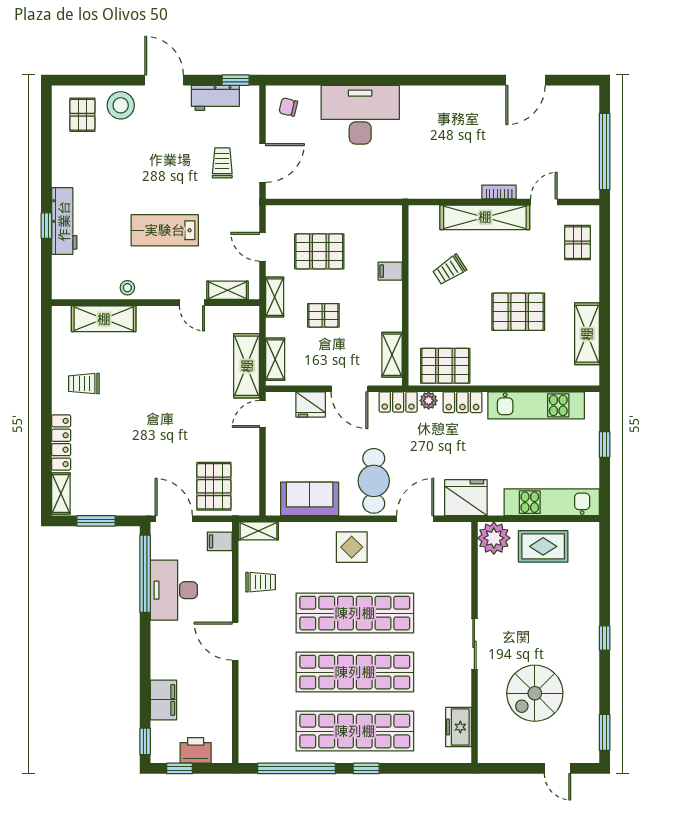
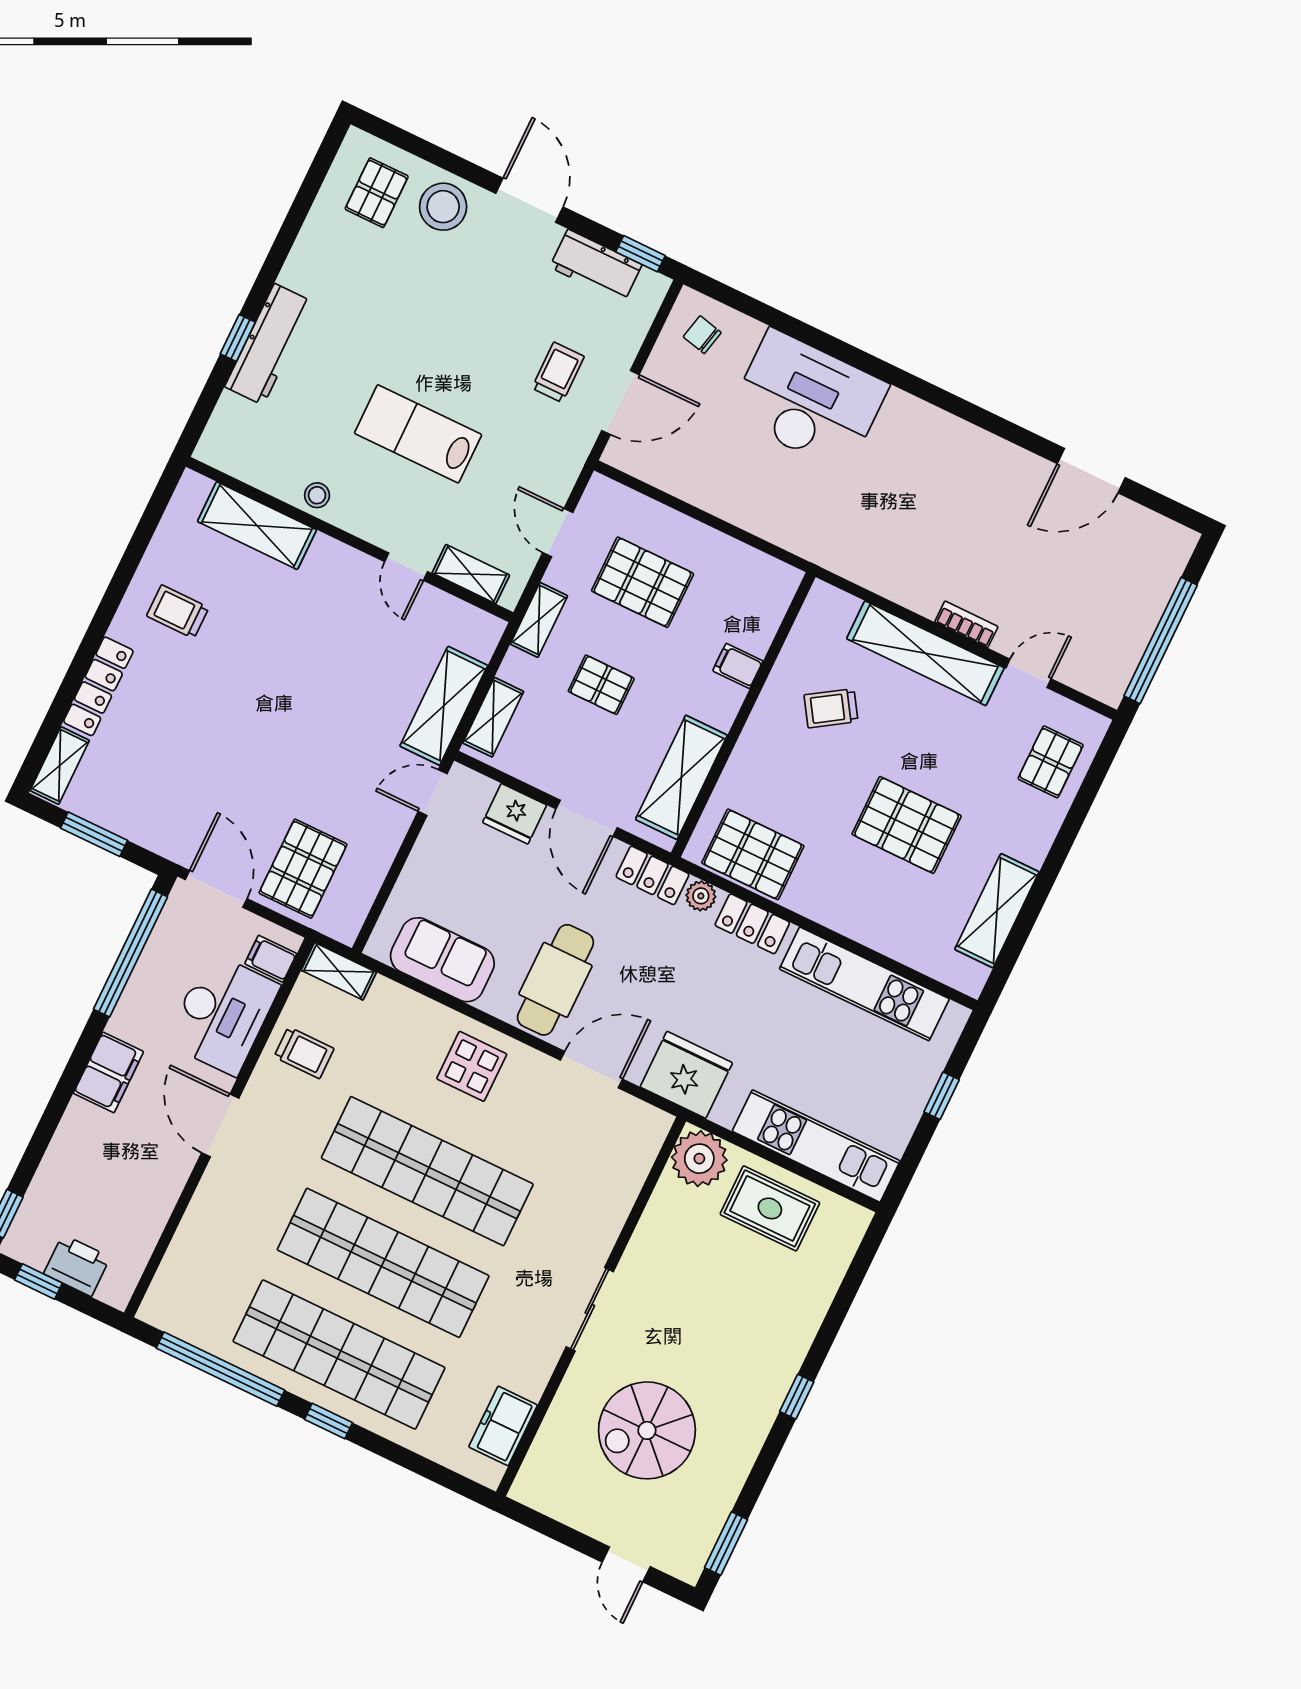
shelving: (392, 355) -> (681, 777), width x1.50, depth x1.33
desk: (174, 590) -> (223, 1014), moved, turned 180
filing cabinet: (163, 700) -> (108, 1072), moved

